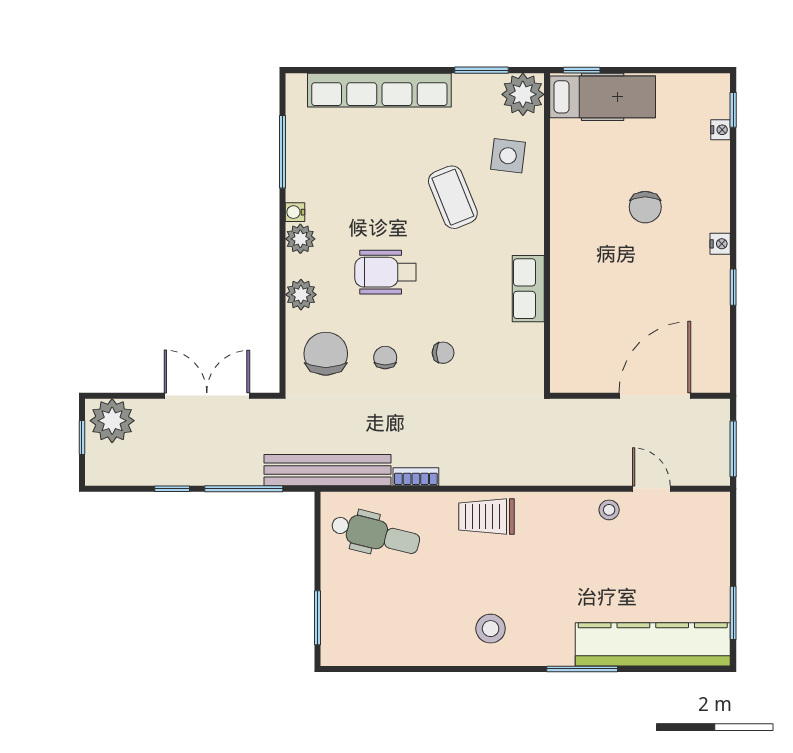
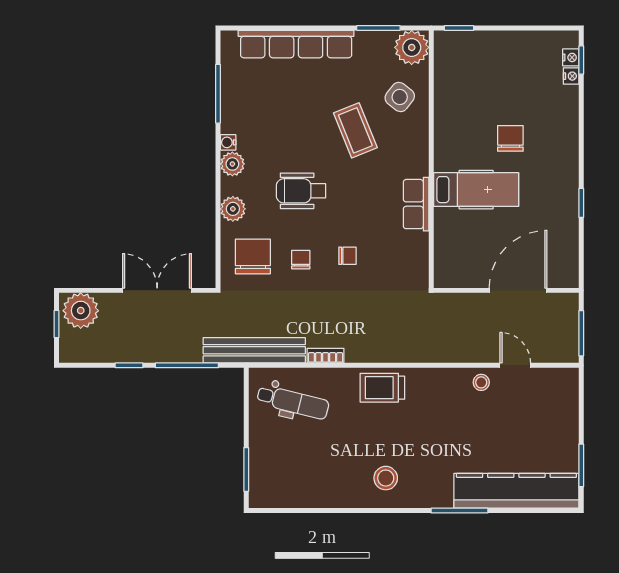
hospital bed: (603, 97) -> (476, 190), moved
side table: (508, 156) -> (400, 97), turned 31
chair: (645, 207) -> (510, 138), turned 180
nightstand: (720, 244) -> (571, 57), moved

